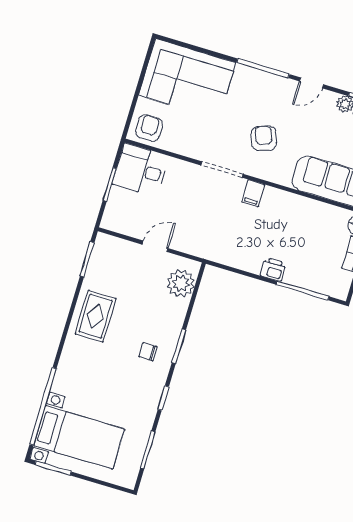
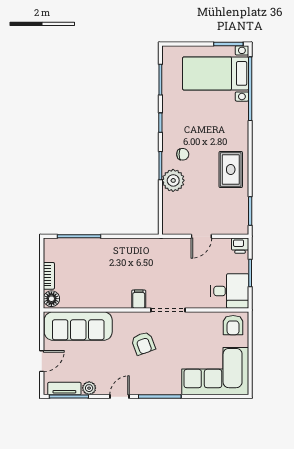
printer: (273, 270) -> (240, 246), moved
plant: (181, 283) -> (173, 180), moved

